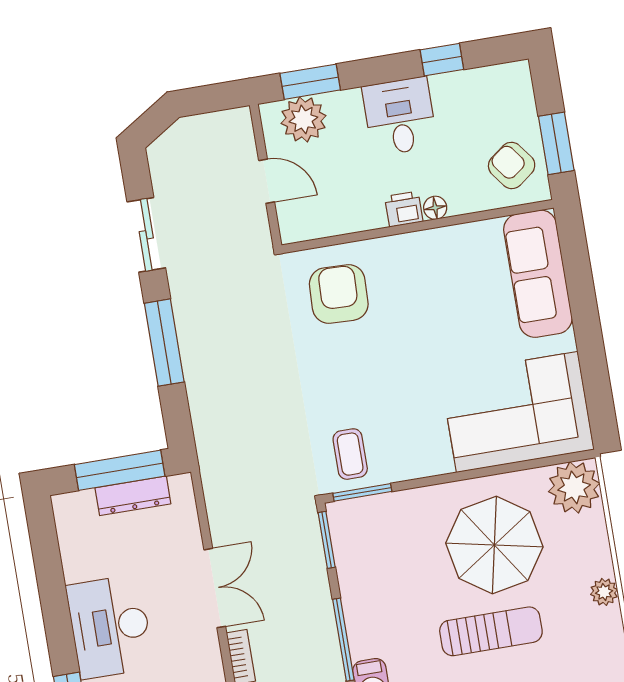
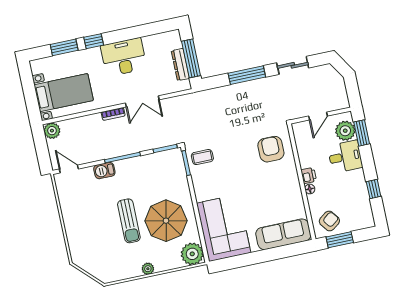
desk: (400, 116) -> (345, 157), moved
armchair: (339, 294) -> (271, 149), turned -92

